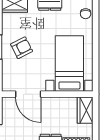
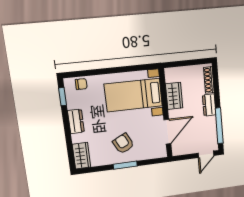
wardrobe: (85, 110) -> (174, 96), moved, turned -90

